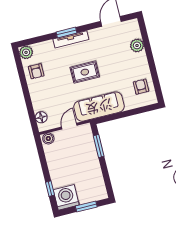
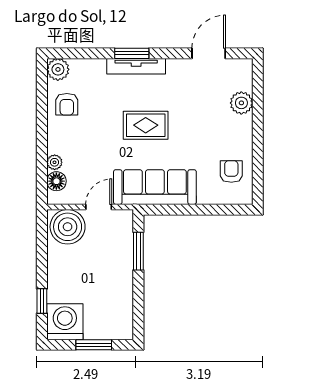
plant: (37, 107) -> (55, 162), added
boiler: (48, 139) -> (68, 227), width x1.86, depth x1.86

